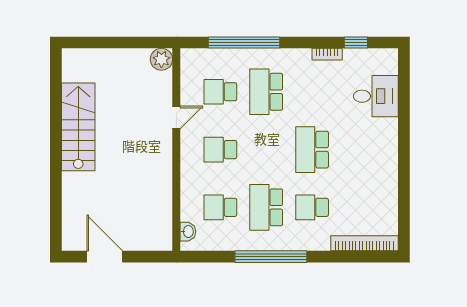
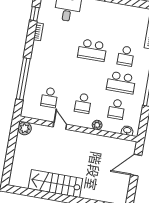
school desk: (266, 92) -> (54, 71), removed
plant: (188, 180) -> (97, 125), added
door: (105, 257) -> (136, 165), moved

